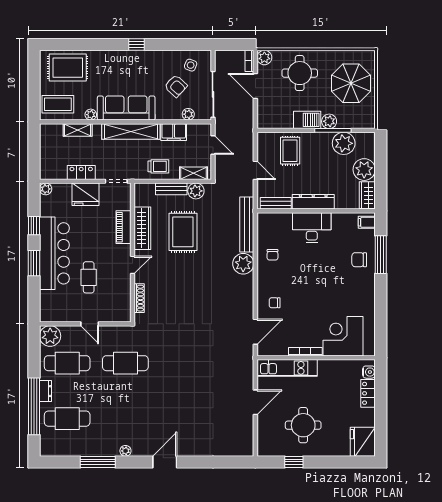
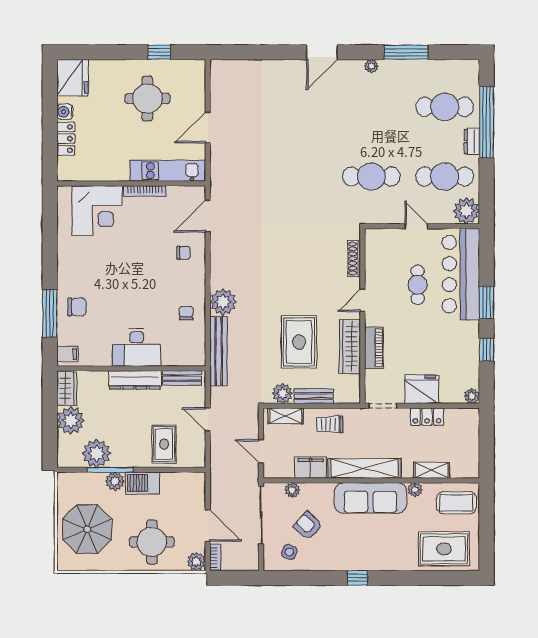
bar counter: (54, 253) -> (461, 274), moved
water cooler: (369, 372) -> (65, 112), moved

